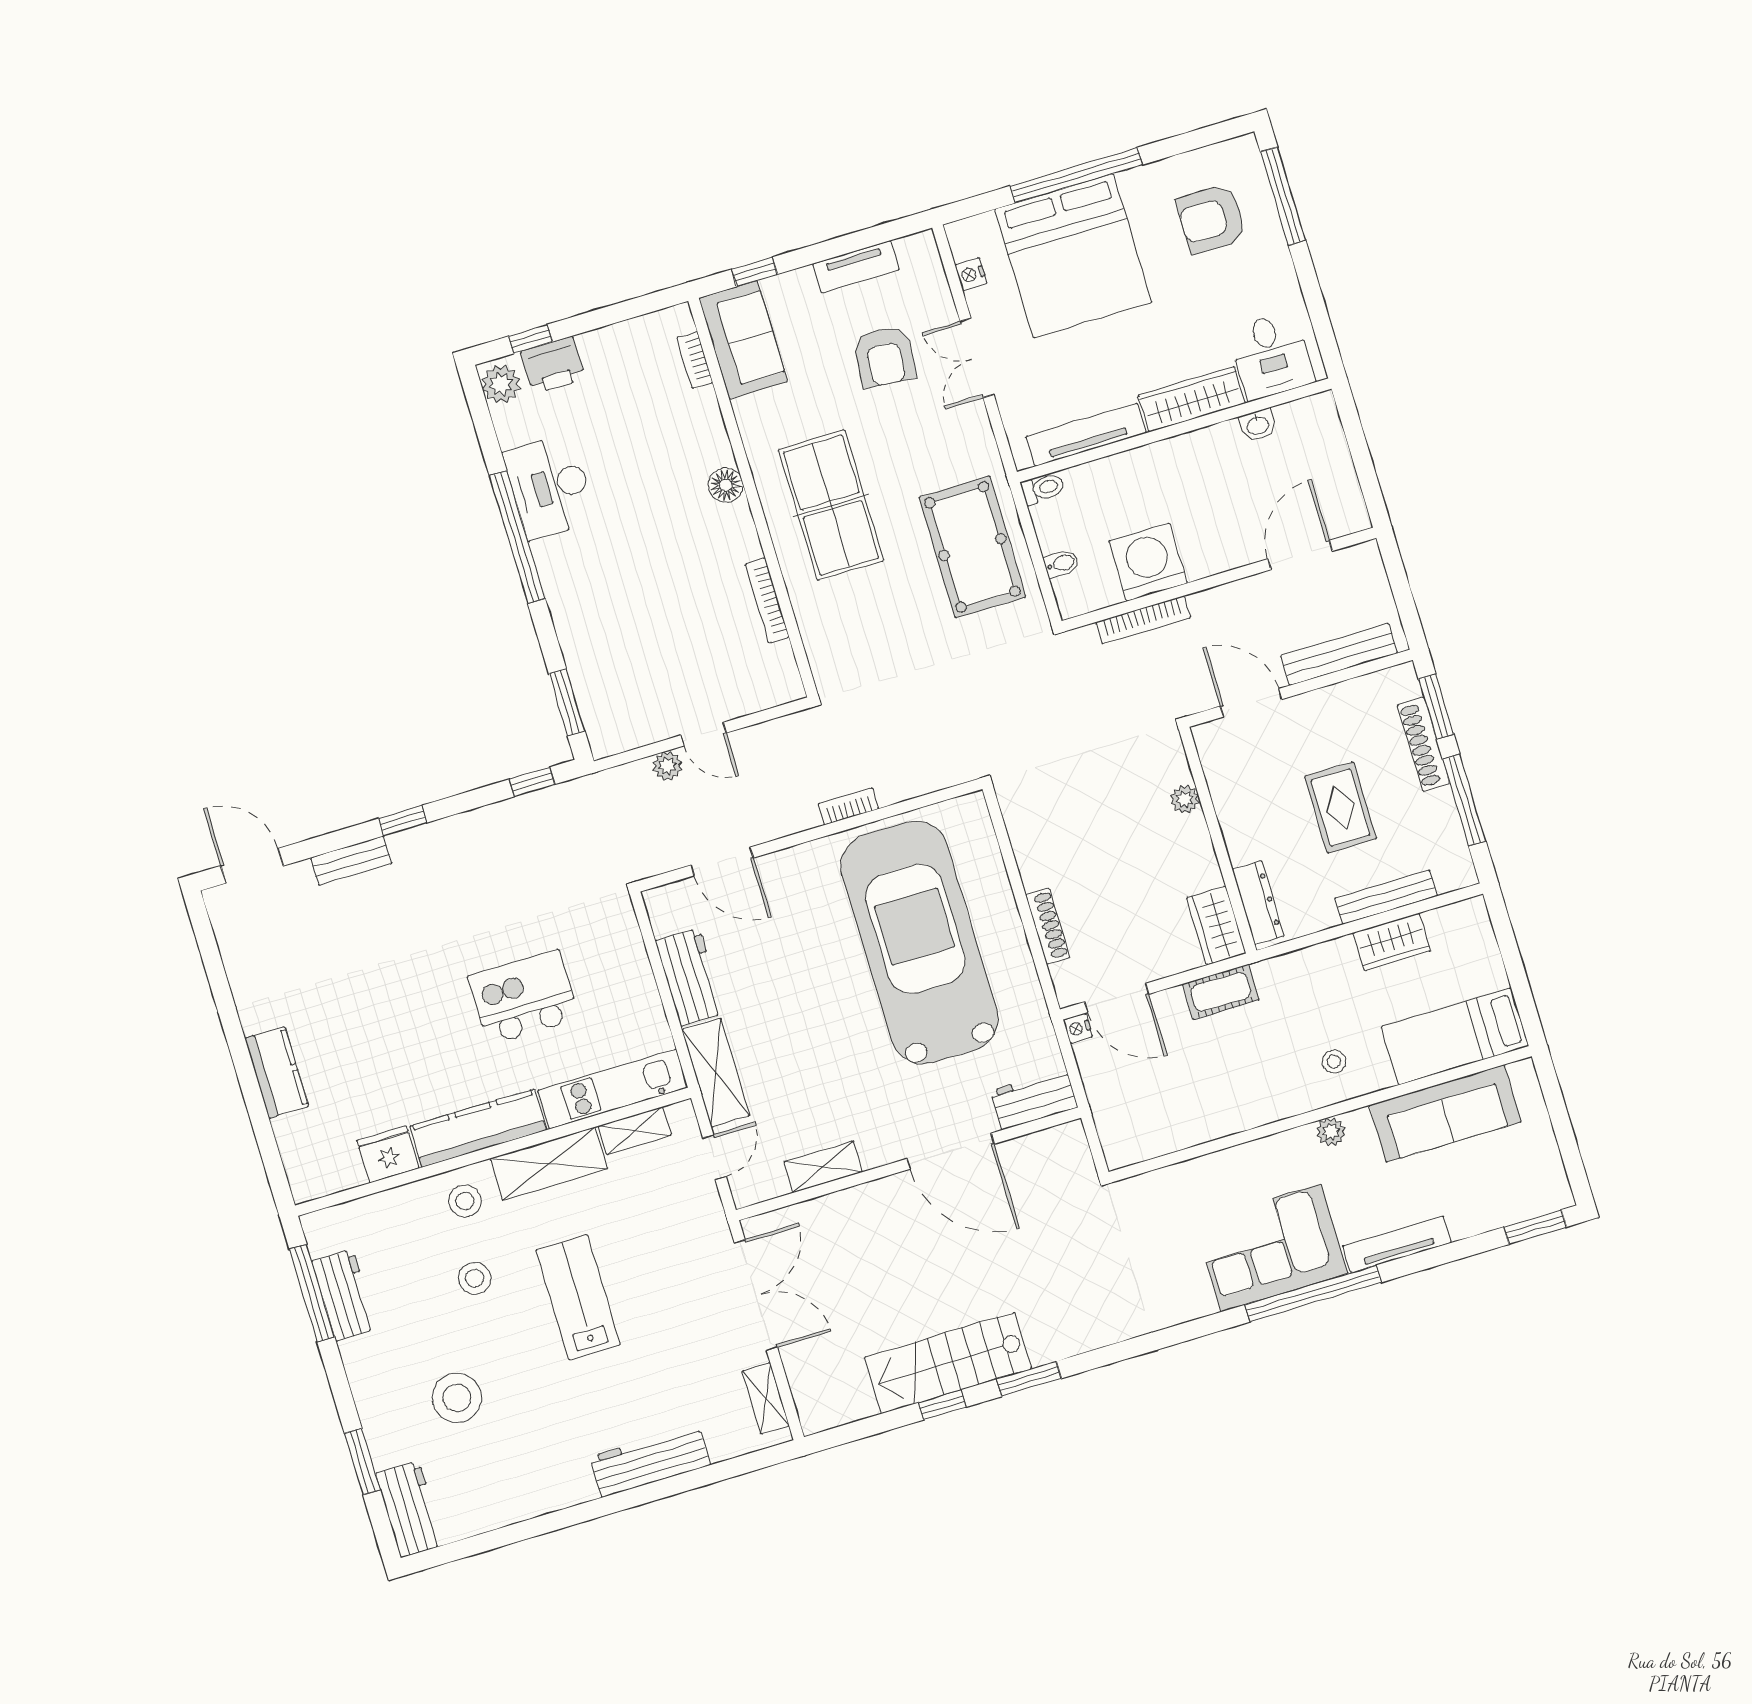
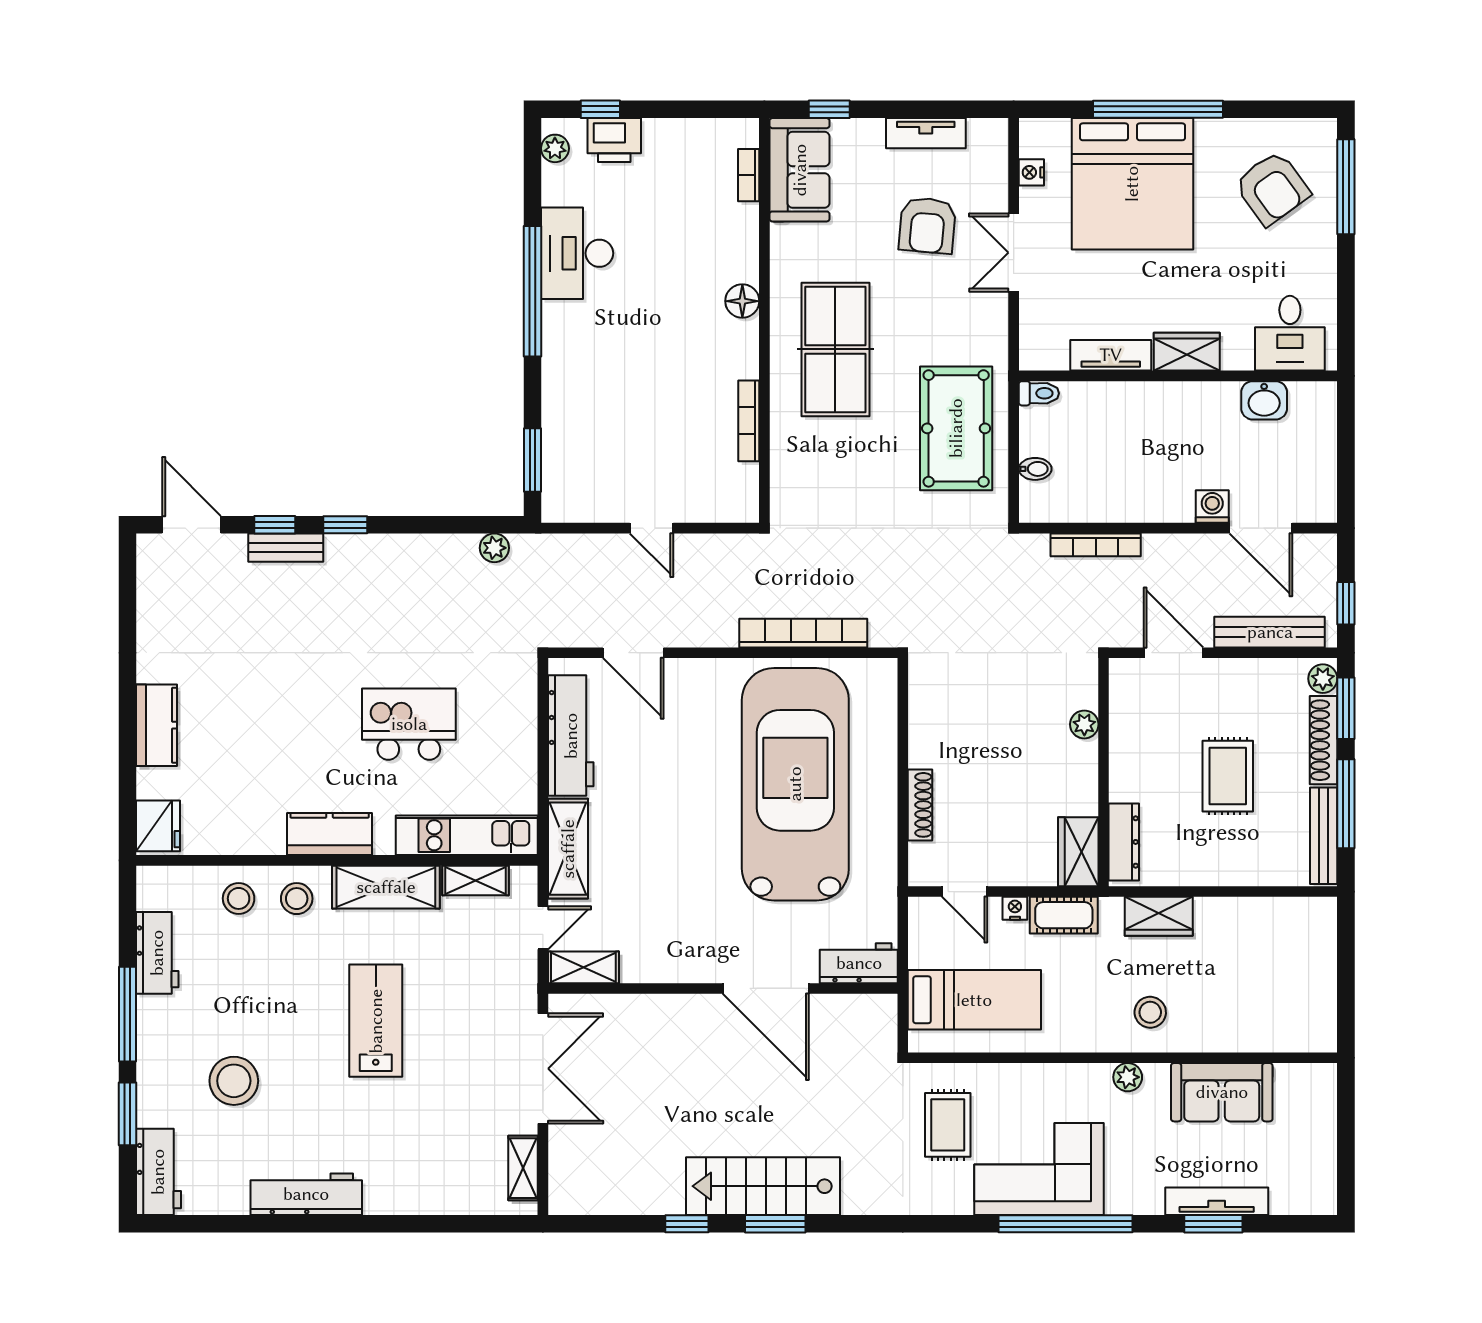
armchair: (1211, 219) -> (1272, 188), turned -126
plant: (501, 384) -> (555, 148), width x0.73, depth x0.73
wardrobe: (1192, 399) -> (1187, 352), width x0.67
washbasin: (1258, 425) -> (1264, 400), width x1.38, depth x1.45
tv unit: (1086, 435) -> (1111, 355), width x0.71
door: (1300, 555) -> (1261, 528), swing flipped
washing machine: (1148, 562) -> (1212, 507), moved, width x0.53, depth x0.53
window: (1405, 604) -> (1346, 603), added
plant: (1405, 684) -> (1323, 679), added
plant: (667, 766) -> (494, 548), moved
window: (532, 782) -> (275, 525), moved
bookcase: (848, 806) -> (803, 633), width x2.31, depth x1.31
bench: (1386, 897) -> (1324, 836), moved, turned 90
wardrobe: (1392, 942) -> (1159, 916), moved
workbench: (690, 977) -> (571, 736), width x1.38
door: (1117, 998) -> (965, 892), width x0.73
nightstand: (1078, 1028) -> (1015, 908), moved, turned 90
bed: (1455, 1036) -> (974, 1000), moved, turned 180
stool: (1334, 1062) -> (1150, 1012), width x1.37, depth x1.37
sofa: (1445, 1113) -> (1222, 1092), width x0.73
kitchen counter: (478, 1128) -> (330, 834), width x0.67
fridge: (388, 1154) -> (158, 826), moved, turned 90
shelving: (823, 1167) -> (583, 967), moved
window: (1535, 1227) -> (1213, 1224), moved
rug: (1169, 1231) -> (948, 1125), added
tv unit: (1397, 1244) -> (1217, 1201), moved
stool: (475, 1278) -> (239, 898), moved
window: (312, 1293) -> (127, 1014), moved
stairs: (948, 1363) -> (763, 1186), moved
workbench: (650, 1461) -> (306, 1194), moved

